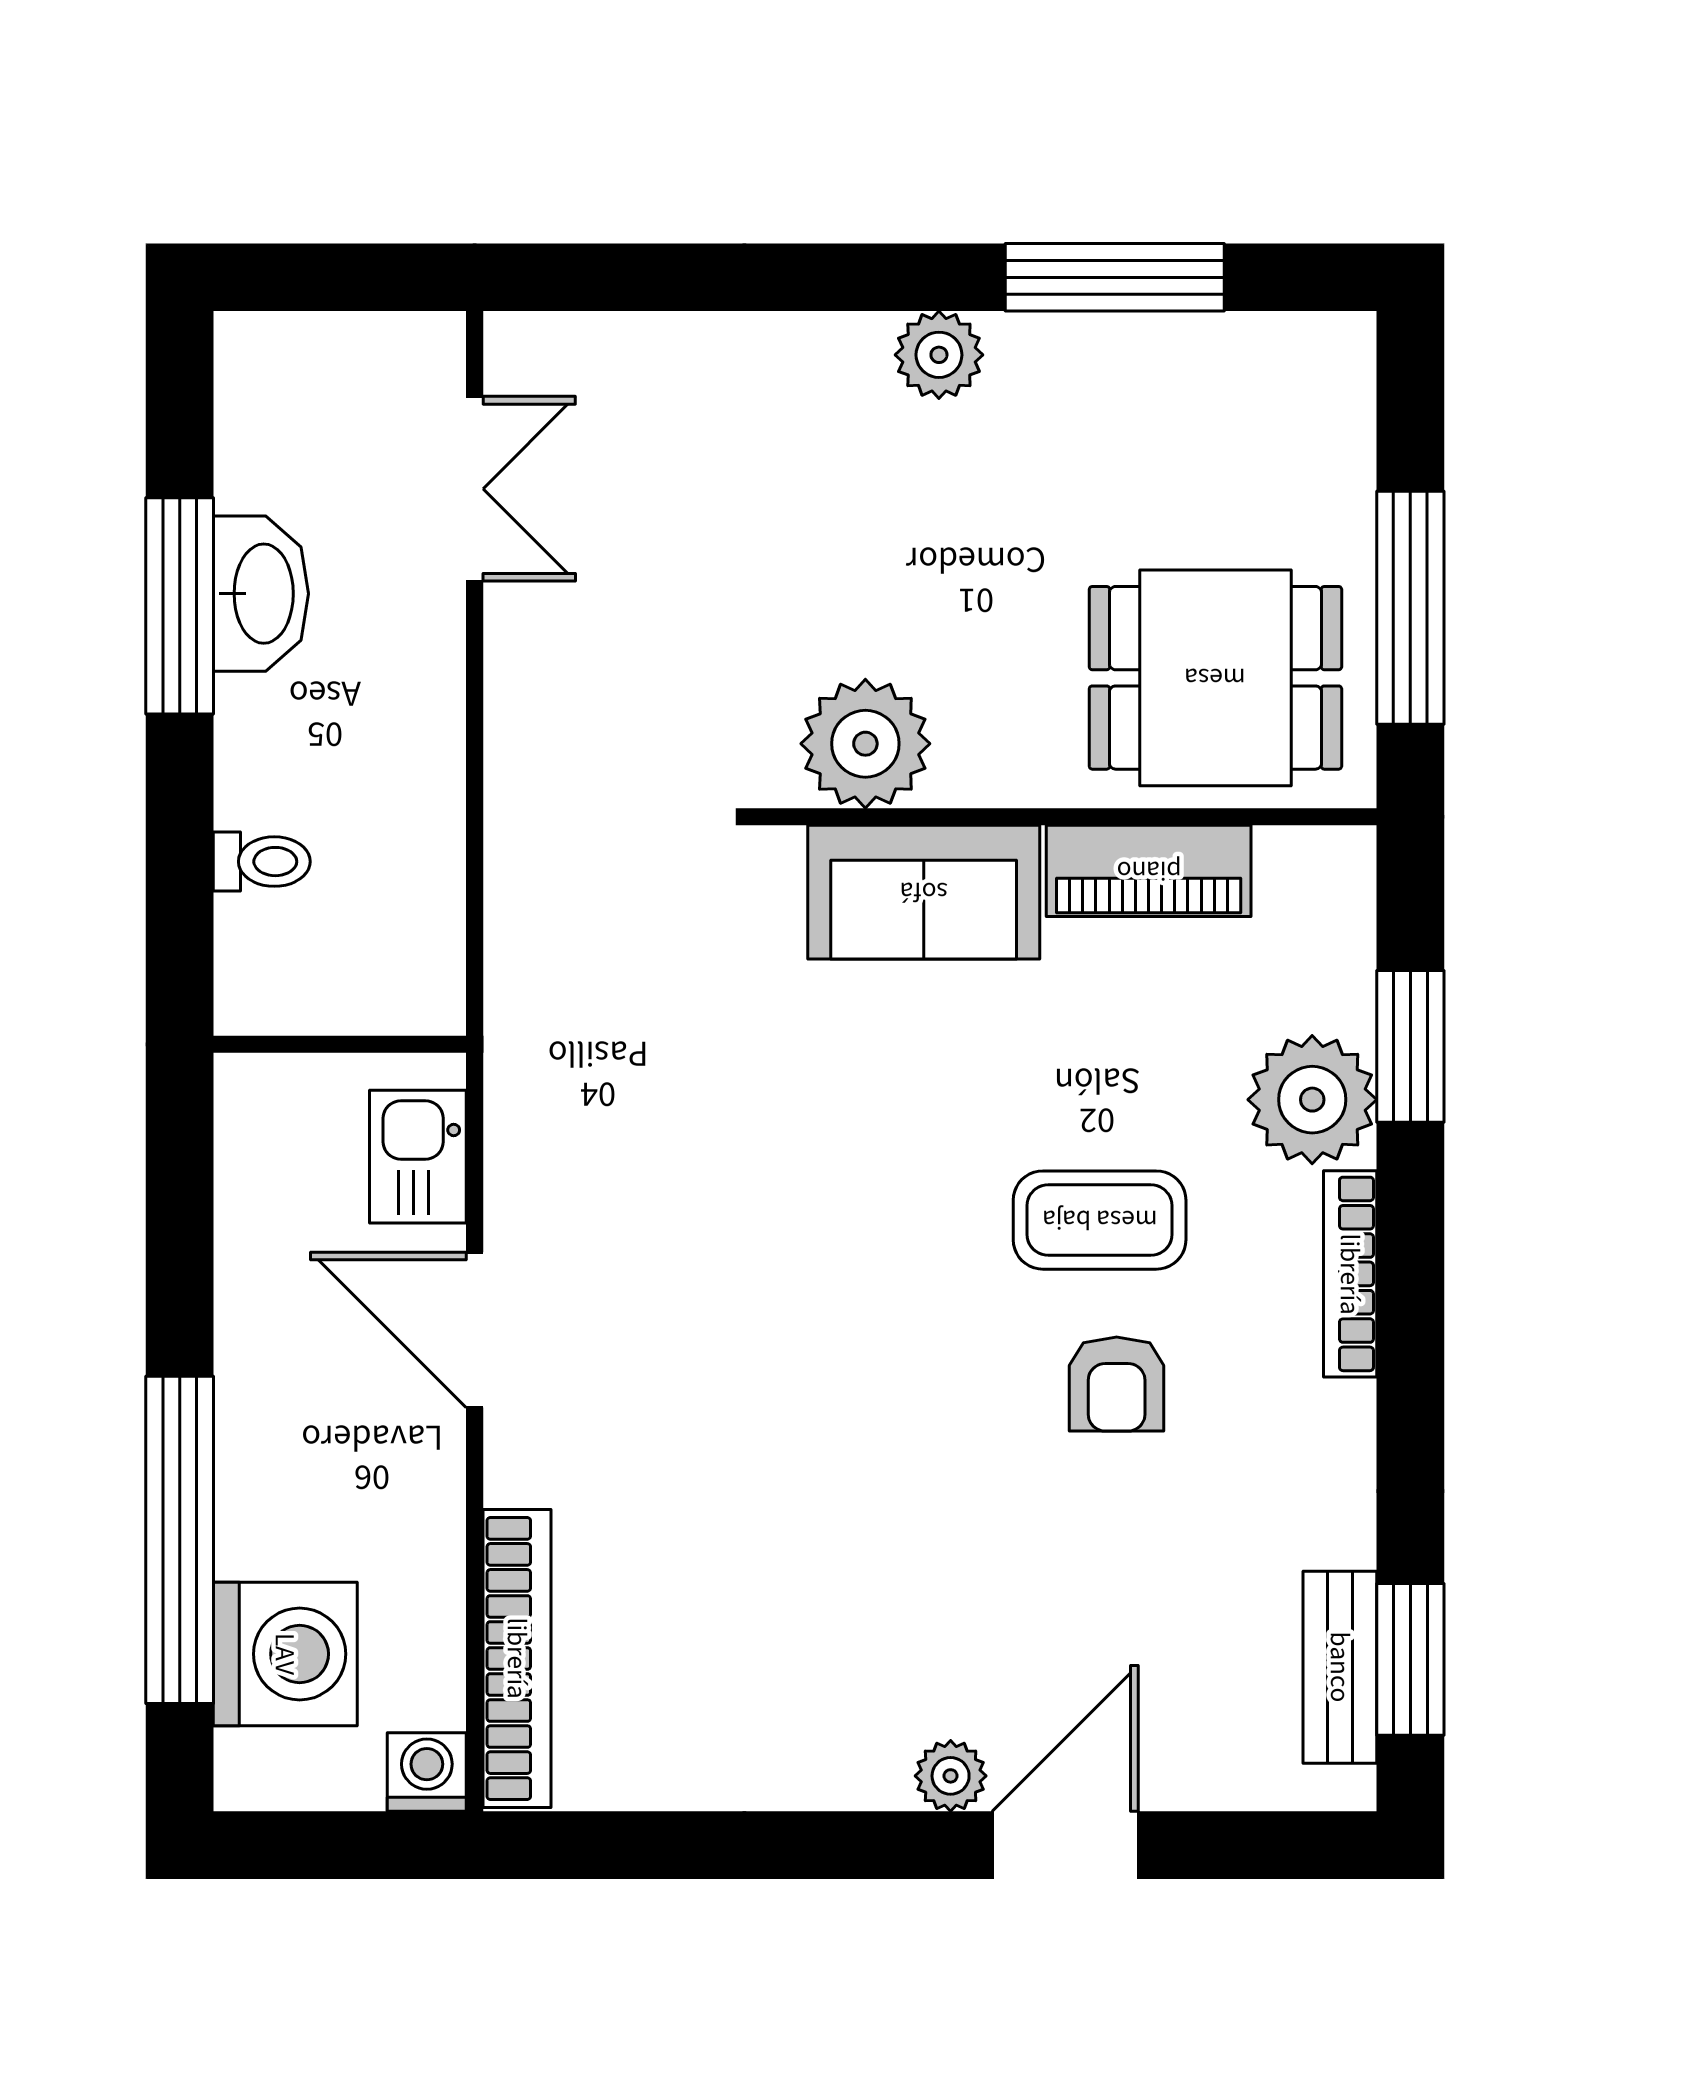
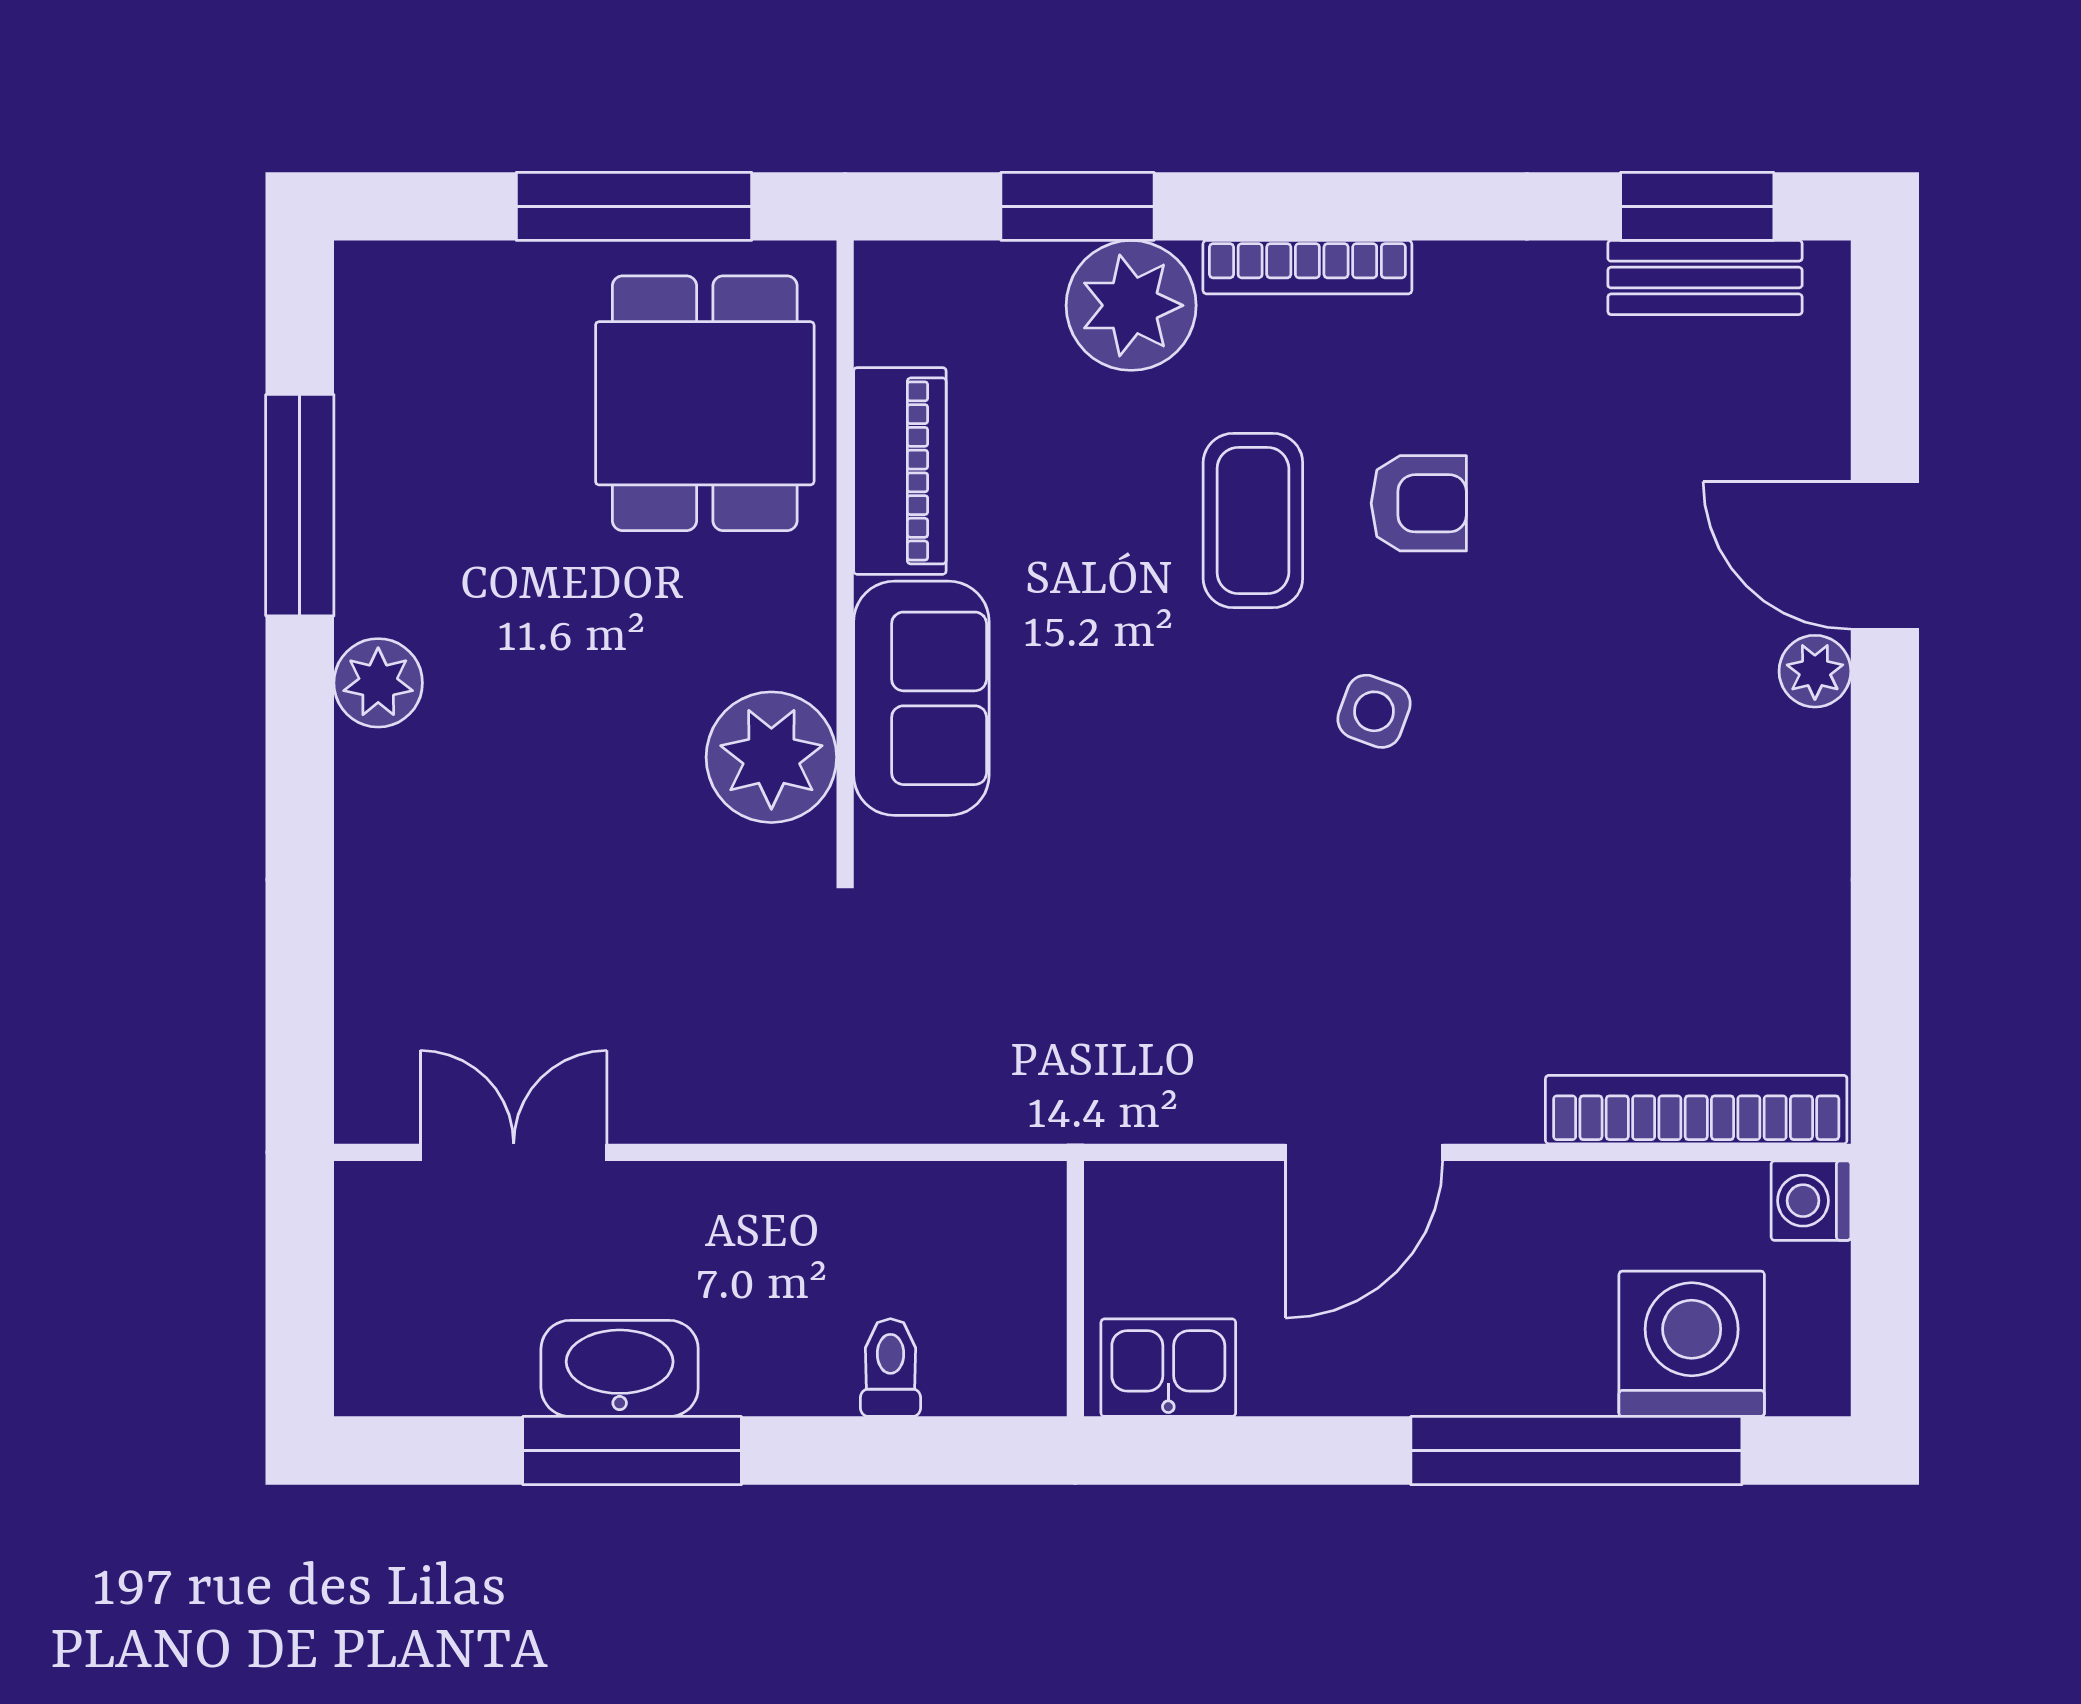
kitchen sink: (418, 1157) -> (1168, 1368), moved, turned 180
side table: (911, 1340) -> (1374, 711), added

